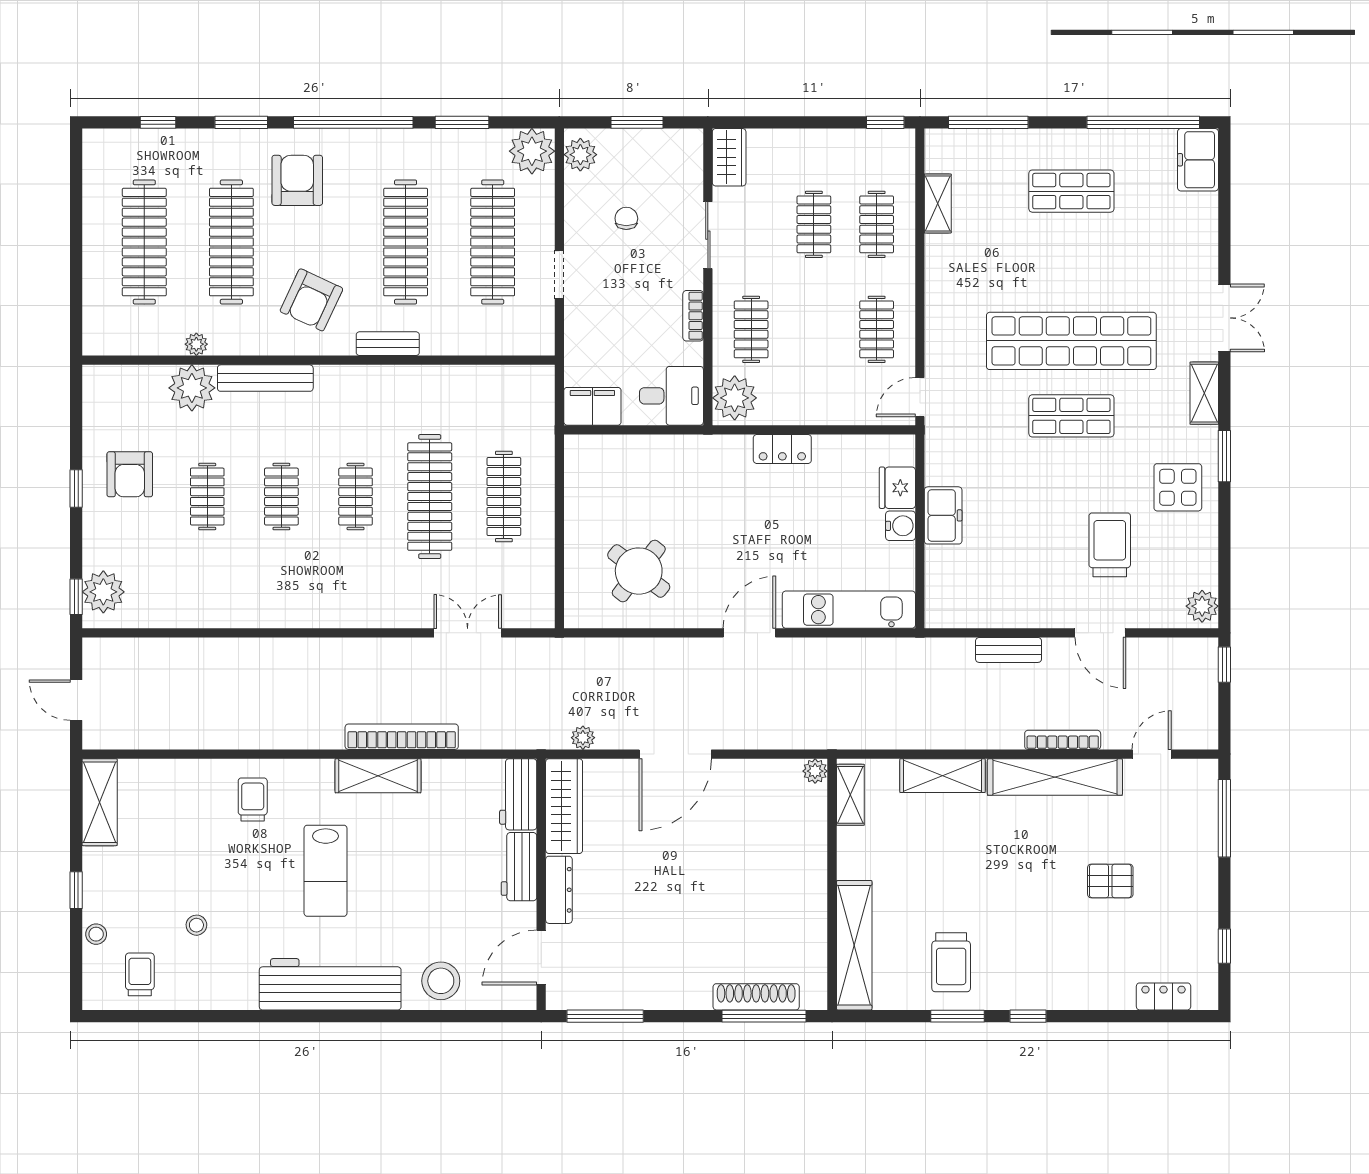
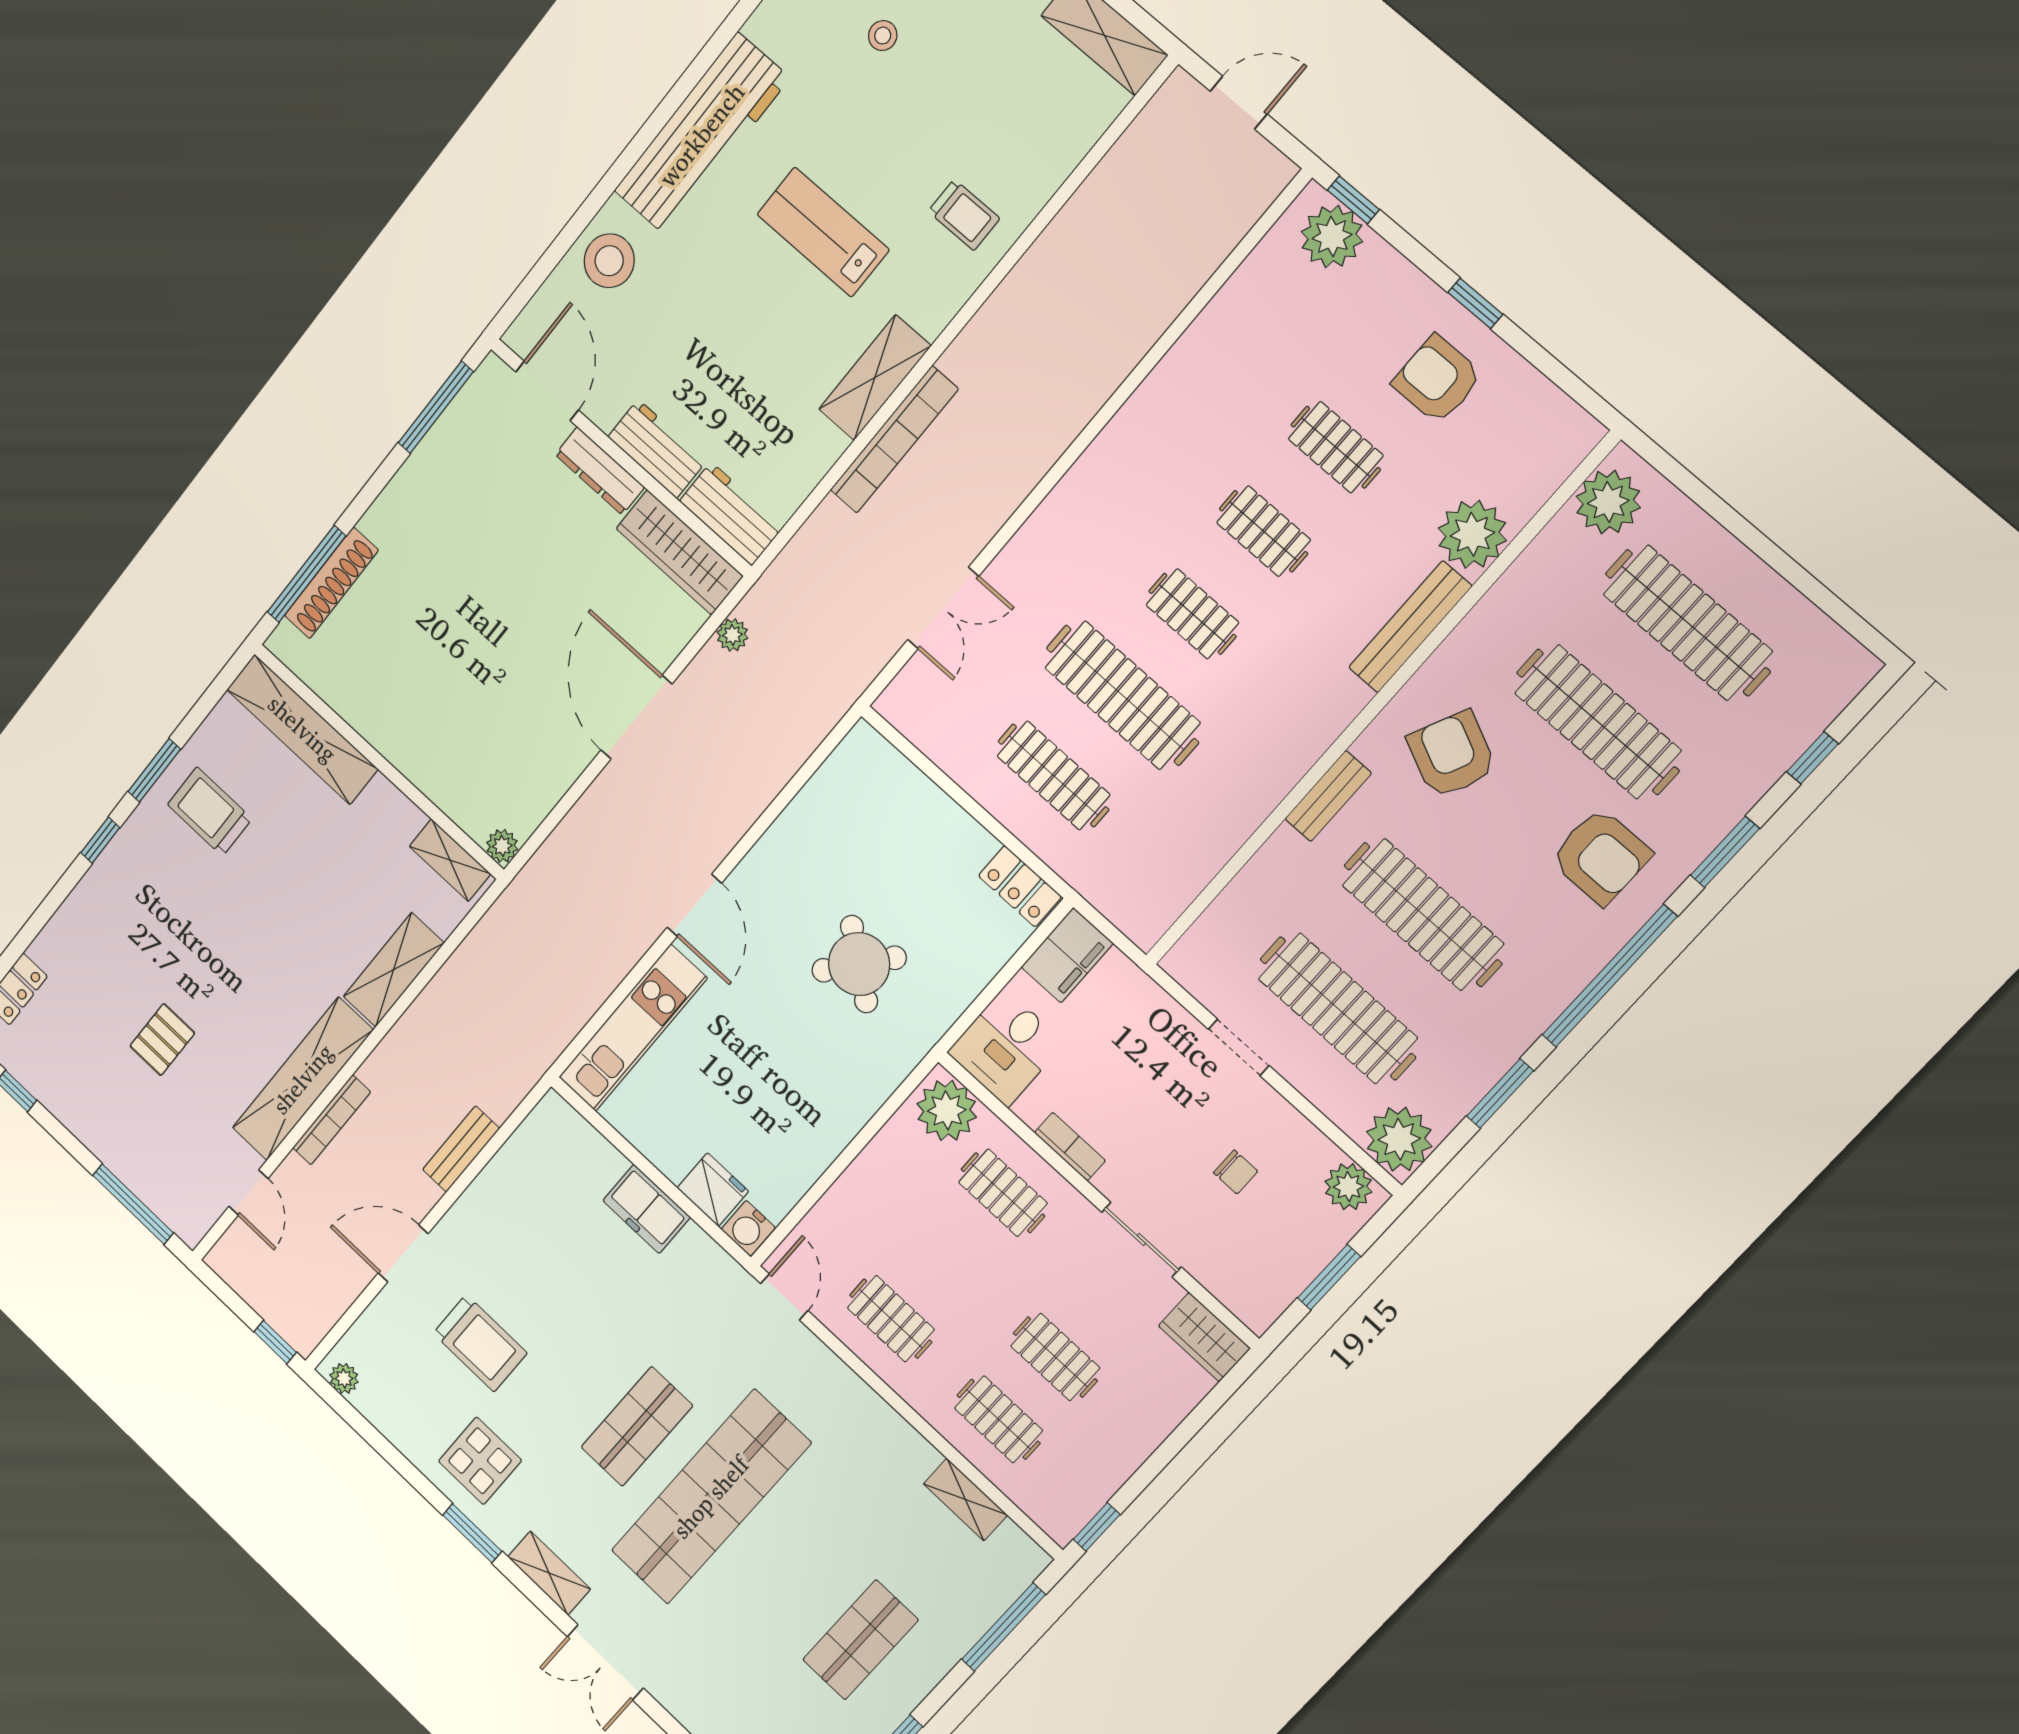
plant: (196, 344) -> (1608, 502), moved, width x1.87, depth x1.87
locker: (782, 449) -> (1020, 886), moved, turned -90
water cooler: (901, 526) -> (748, 1228), moved
round table: (639, 571) -> (859, 964), moved
plant: (1202, 606) -> (344, 1378), width x0.73, depth x0.73

